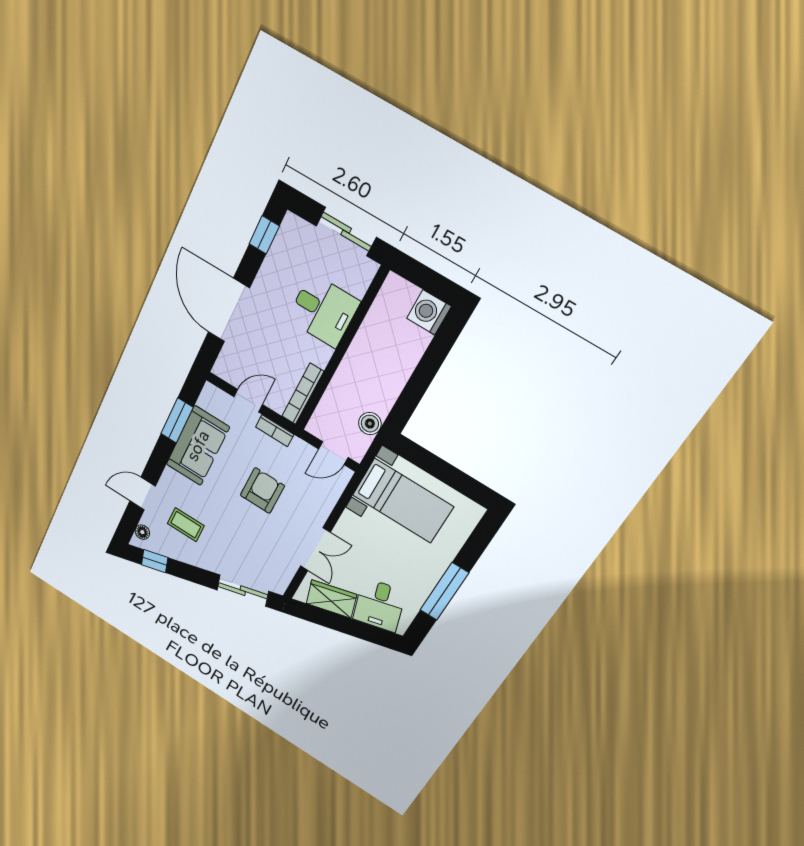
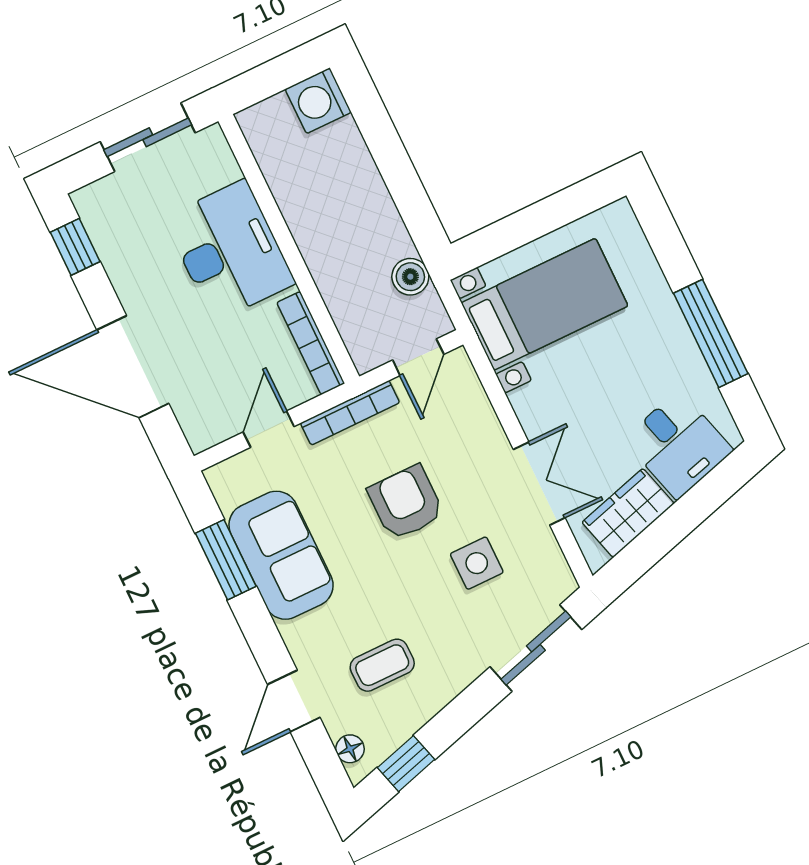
desk: (323, 311) -> (229, 251), width x1.37
bookcase: (275, 431) -> (350, 413), width x1.56
side table: (260, 541) -> (477, 563), added

